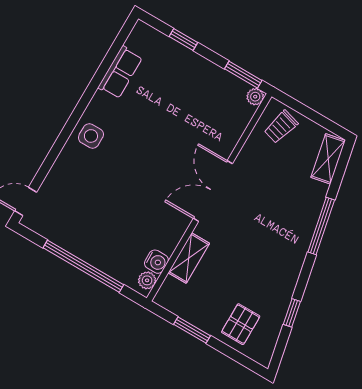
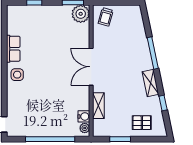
row of seats: (120, 72) -> (13, 49), moved
plant: (255, 97) -> (81, 14), width x1.88, depth x1.88
shelving: (328, 159) -> (151, 83), moved
pallet: (241, 324) -> (142, 123), turned 90

